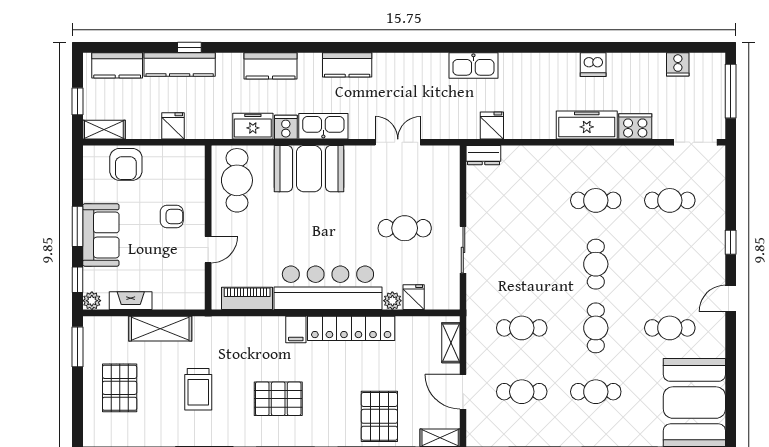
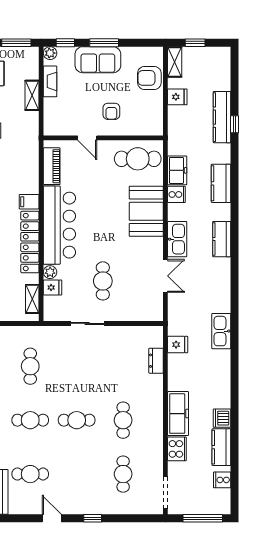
kitchen counter: (117, 65) -> (221, 447), moved
fridge: (173, 126) -> (177, 97), moved
kitchen sink: (323, 126) -> (177, 239), moved
dresser: (483, 155) -> (156, 361), moved
cafe table: (670, 328) -> (30, 474), turned 90
shelving: (160, 329) -> (32, 95), width x0.67, depth x0.75
shelving: (451, 343) -> (32, 299), moved, turned 90

